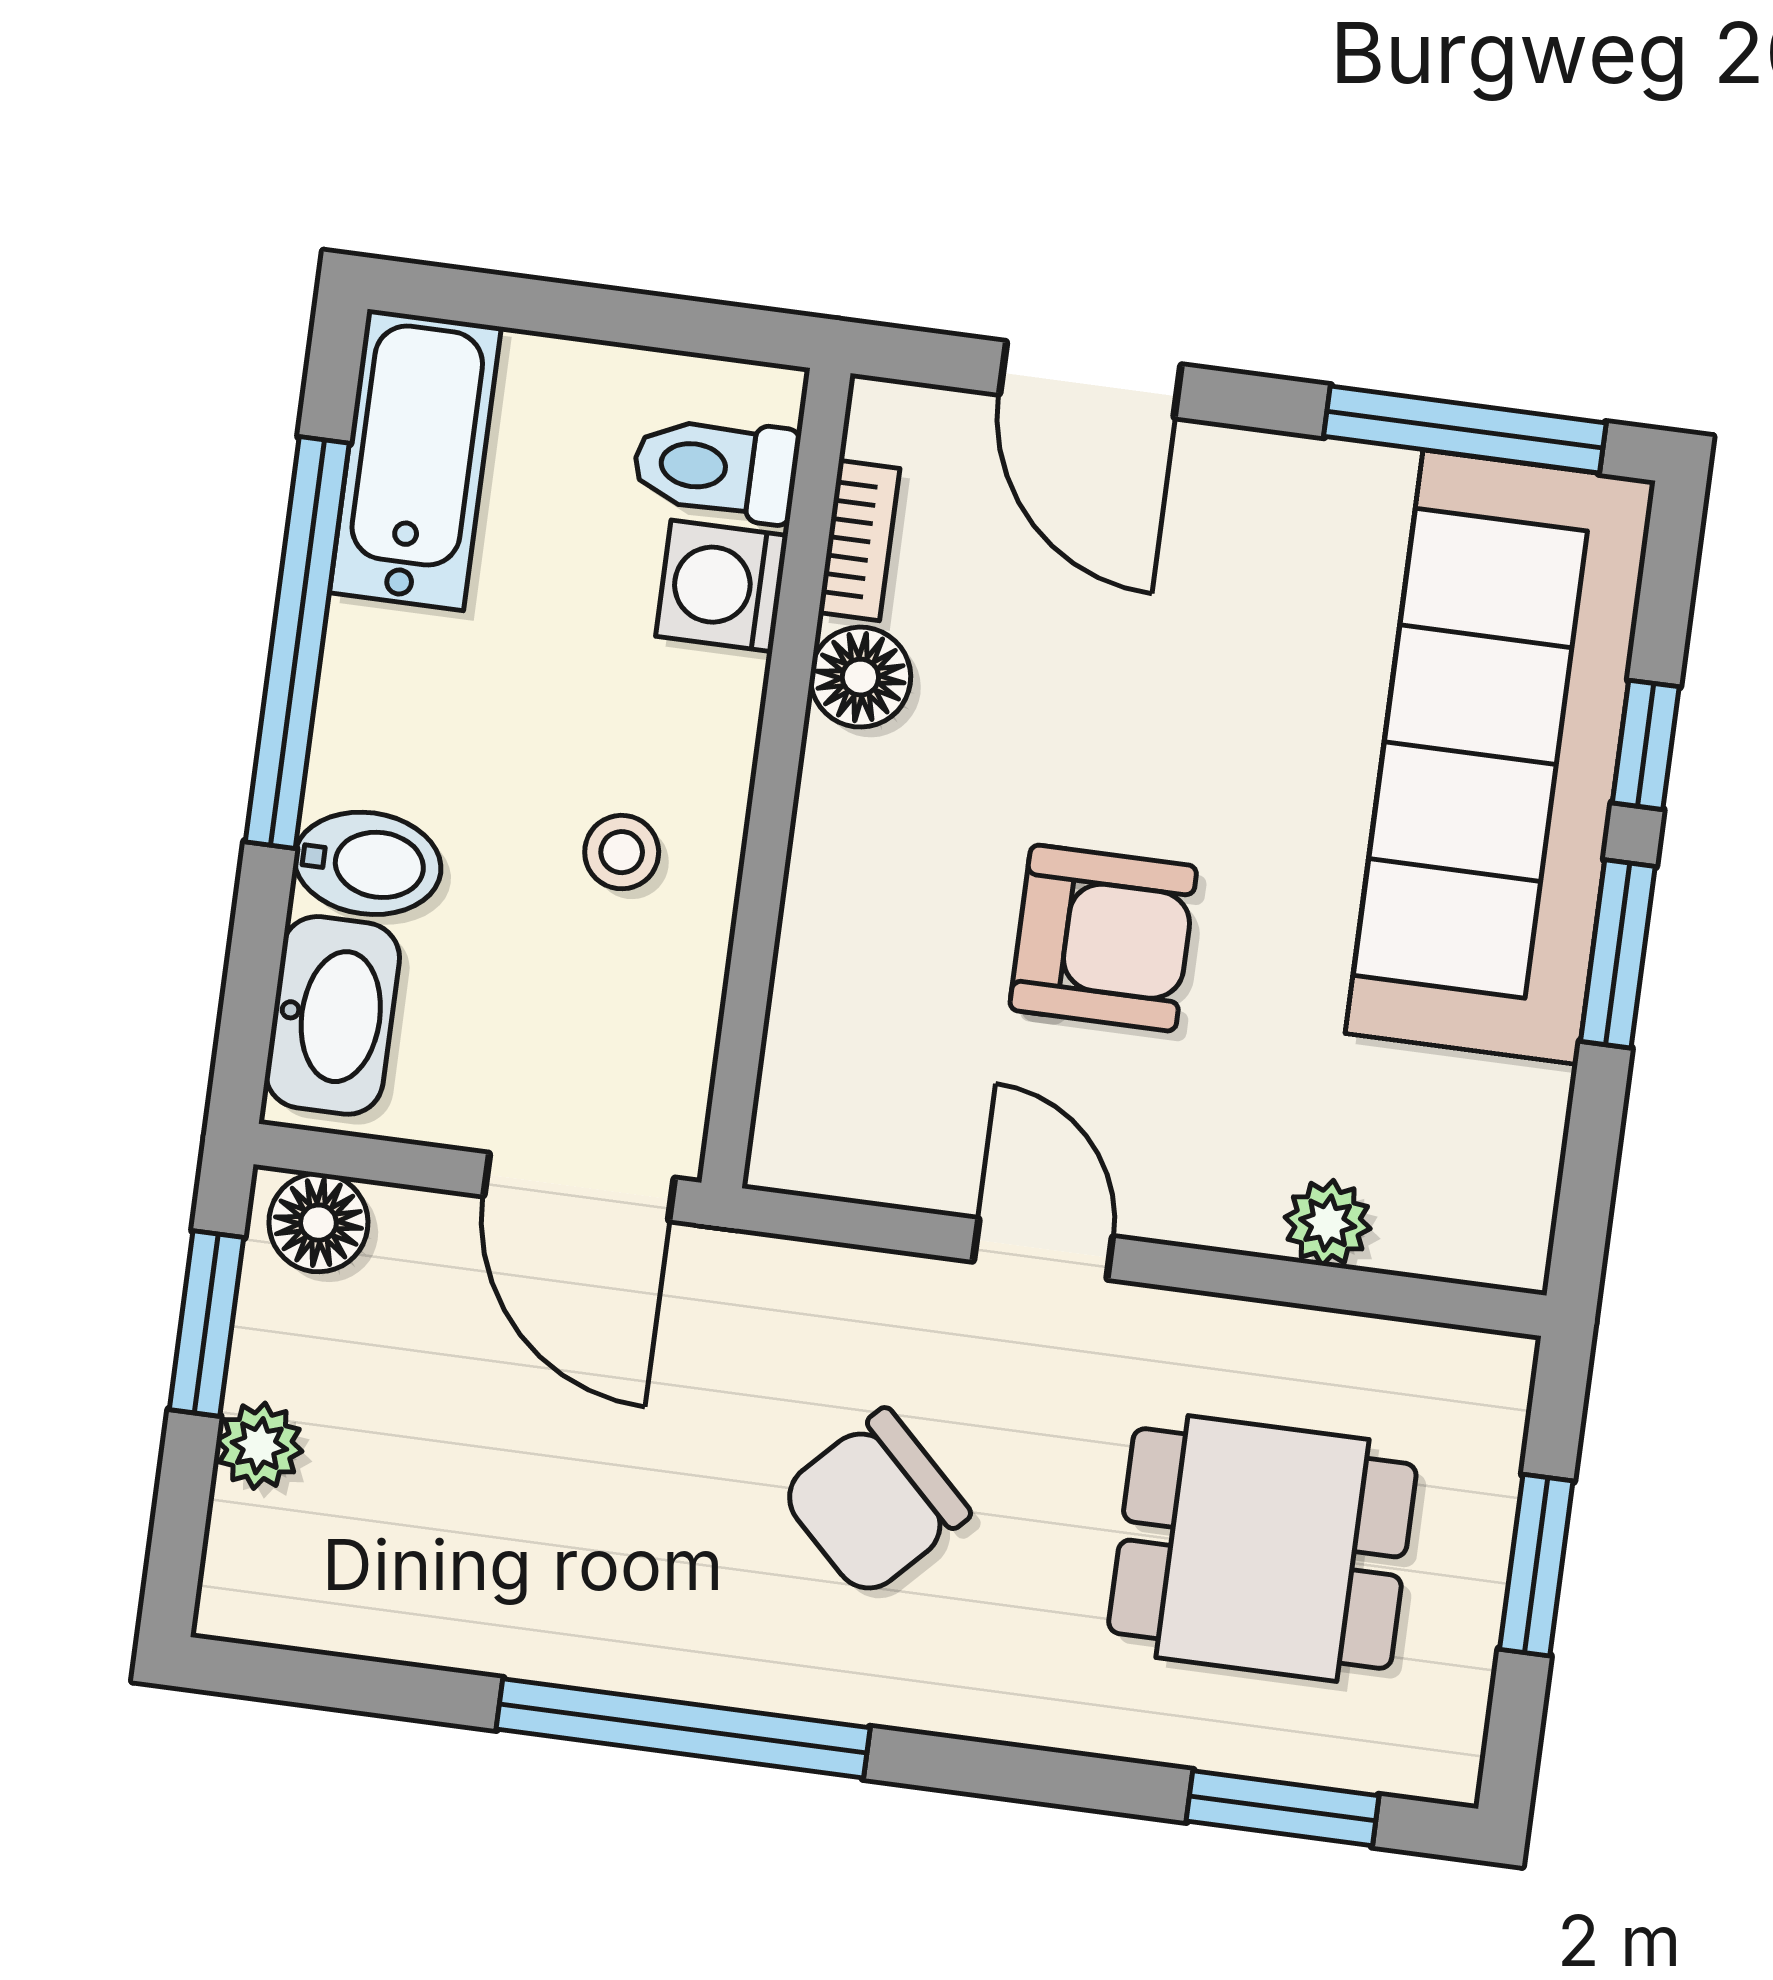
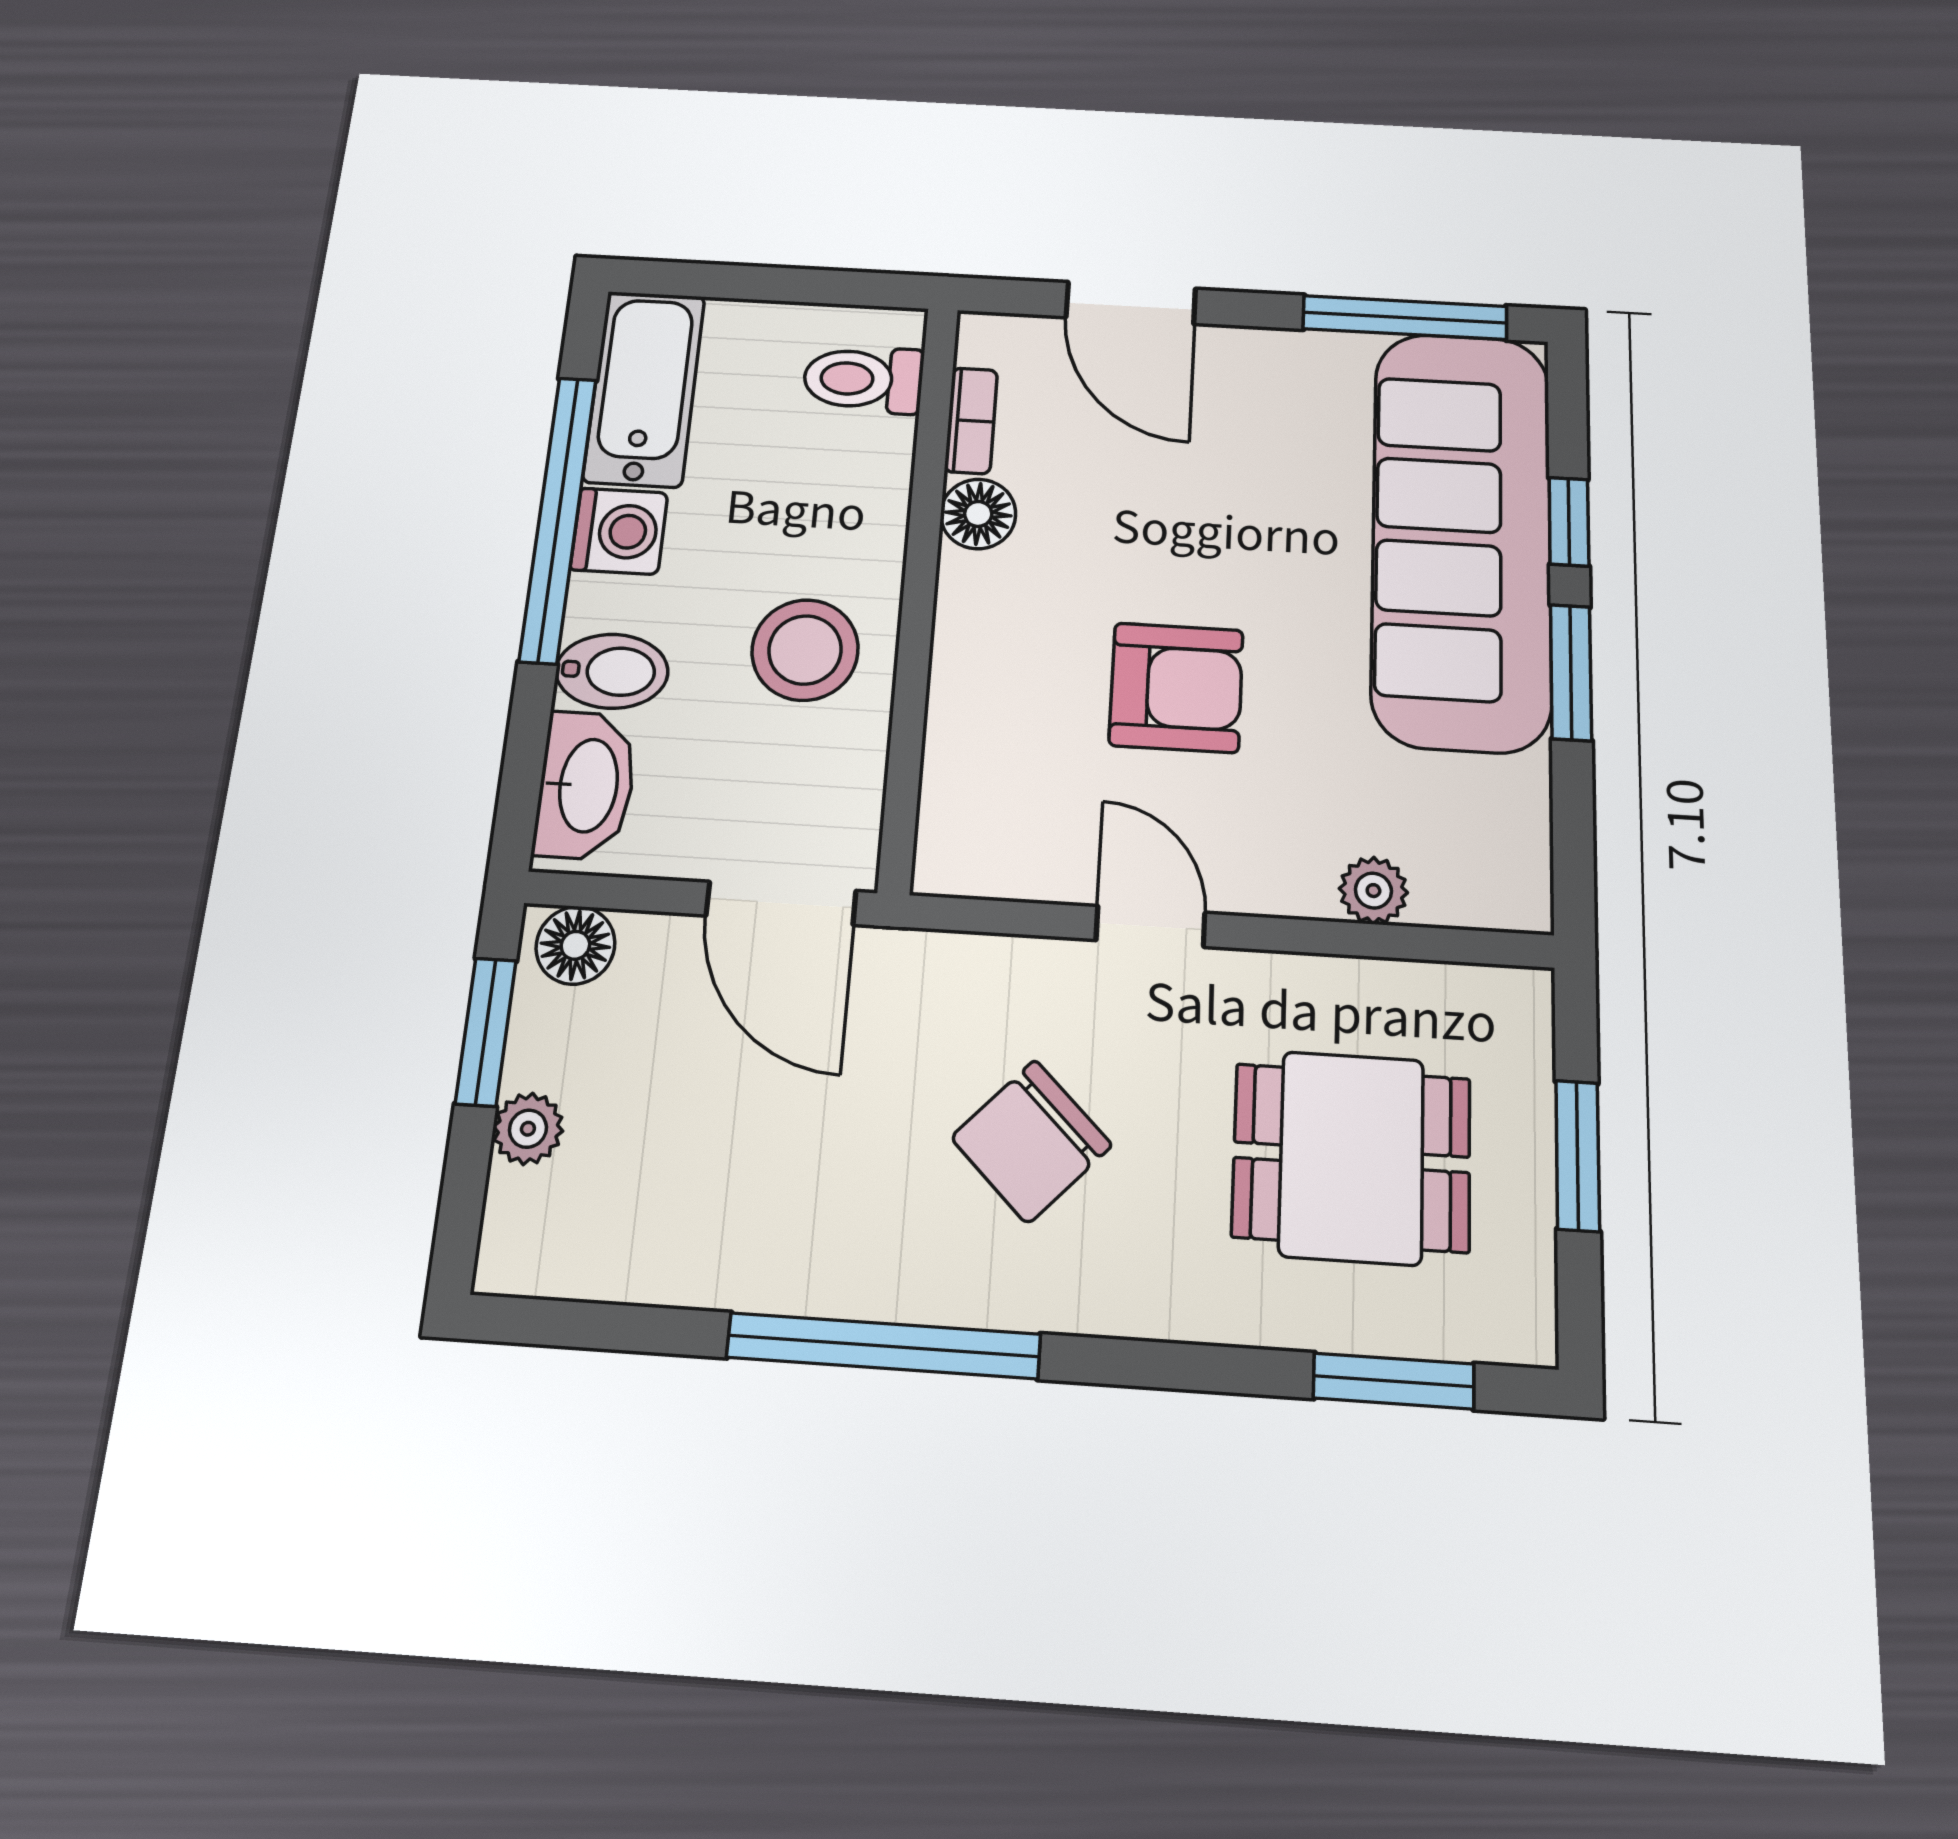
washing machine: (722, 586) -> (619, 531), moved, turned 180
stool: (622, 852) -> (805, 650), width x1.89, depth x1.89

